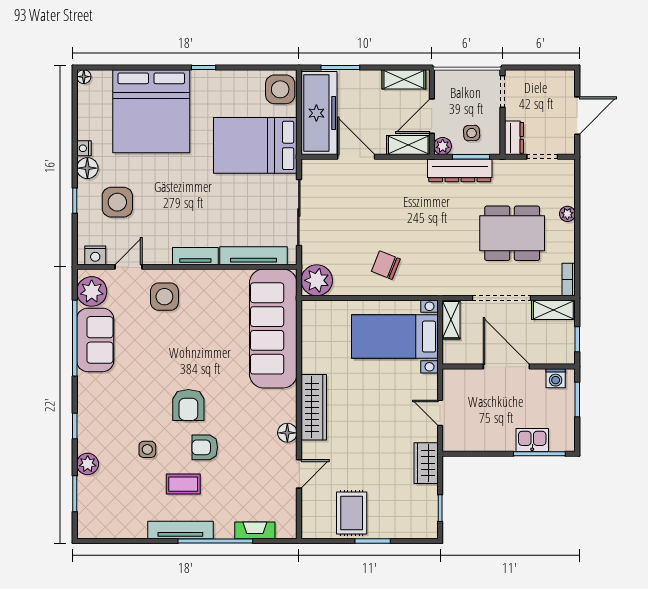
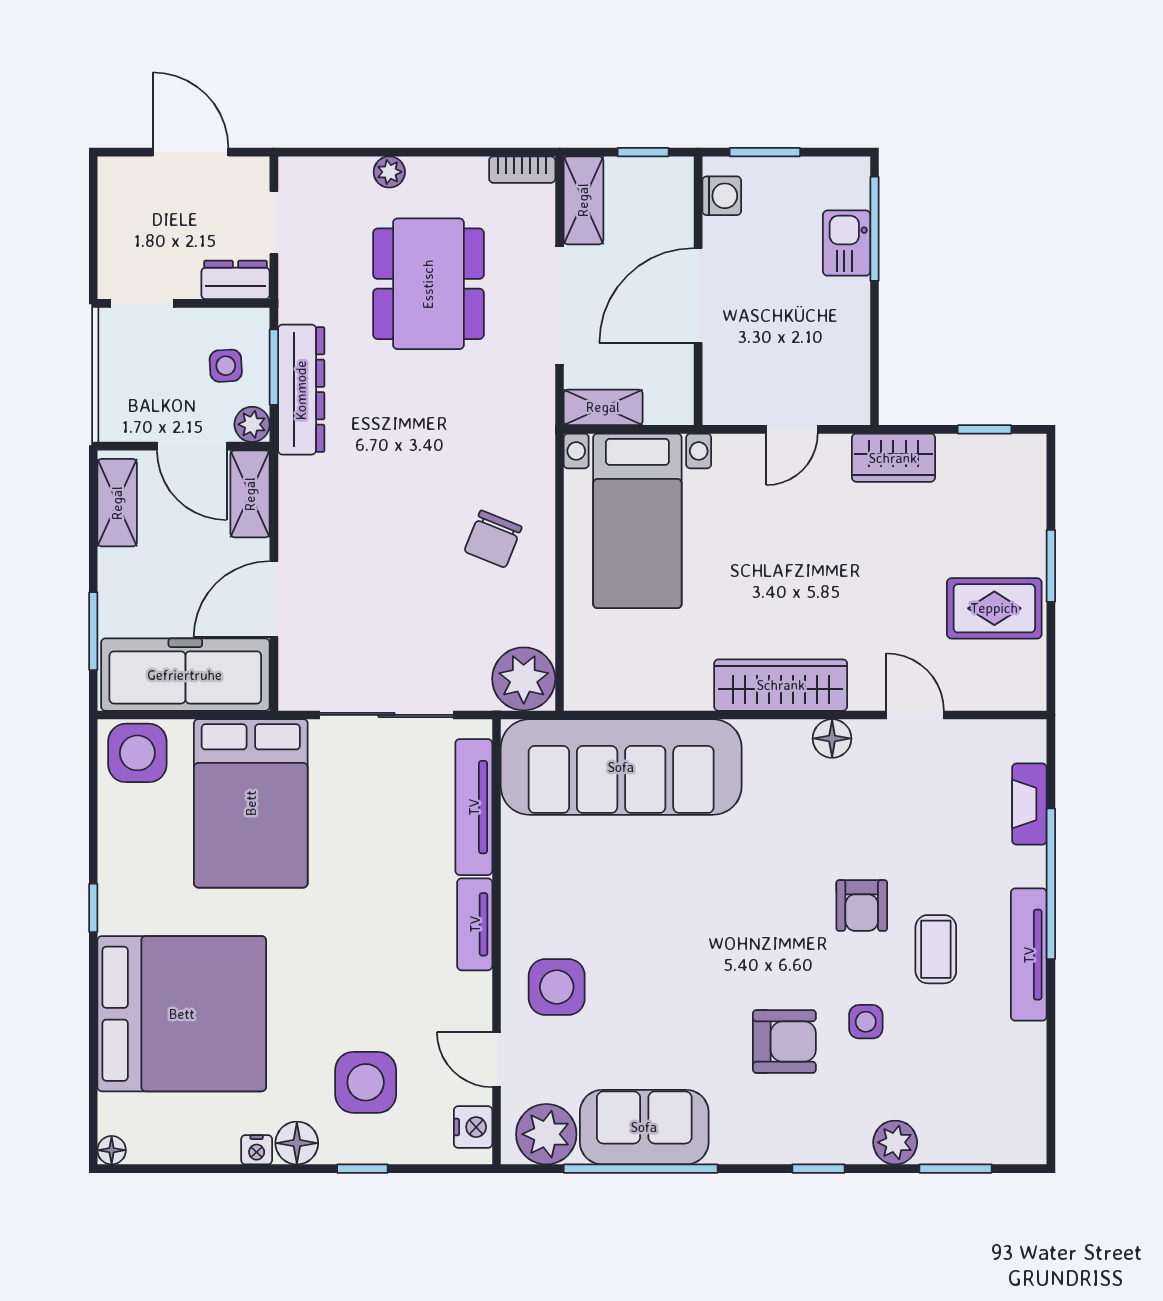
armchair: (188, 405) -> (784, 1042), moved

